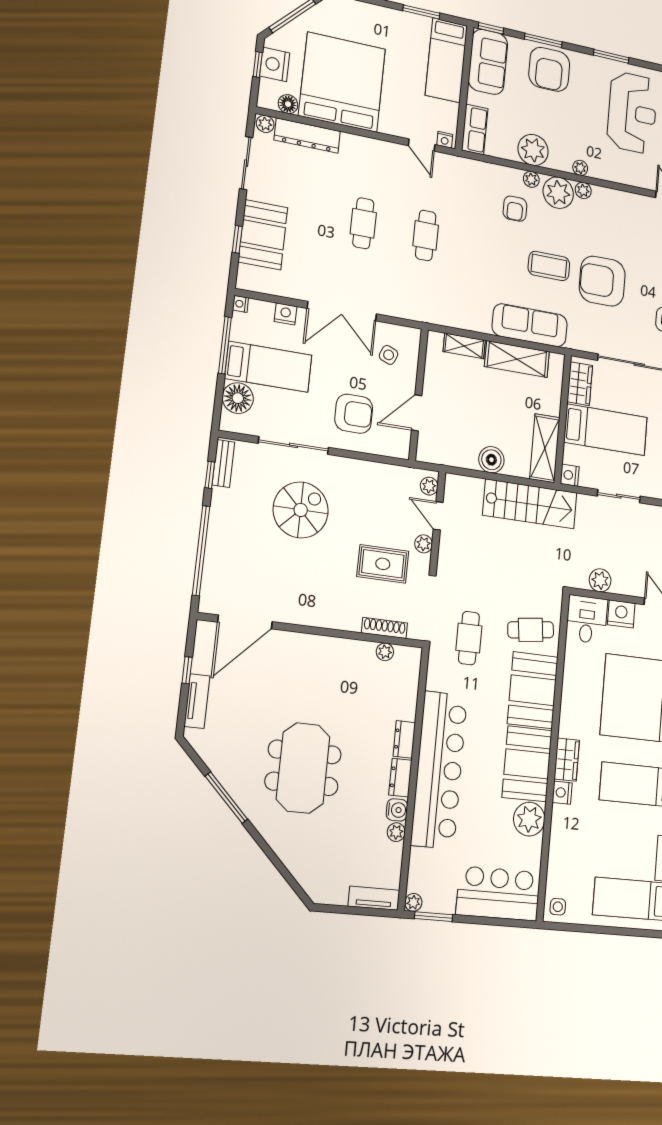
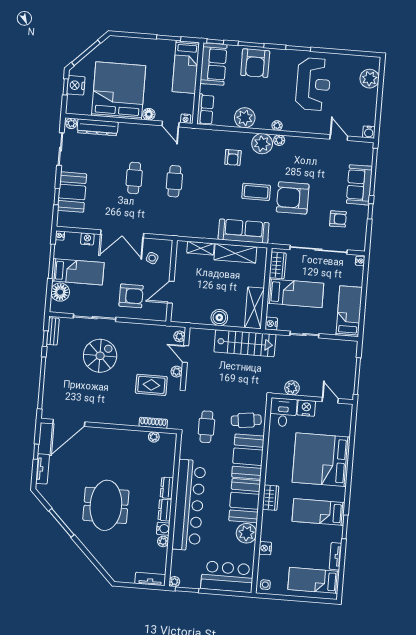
floor lamp: (288, 104) -> (149, 114), moved
plant: (531, 179) -> (244, 137), removed
nightstand: (562, 793) -> (265, 548), moved

